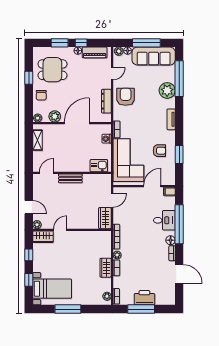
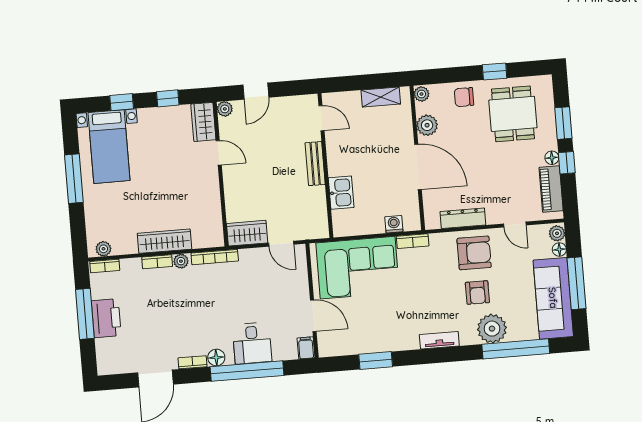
armchair: (159, 151) -> (477, 293), moved
kitchen sink: (99, 166) -> (341, 193), moved
wardrobe: (106, 268) -> (165, 241), width x1.50

